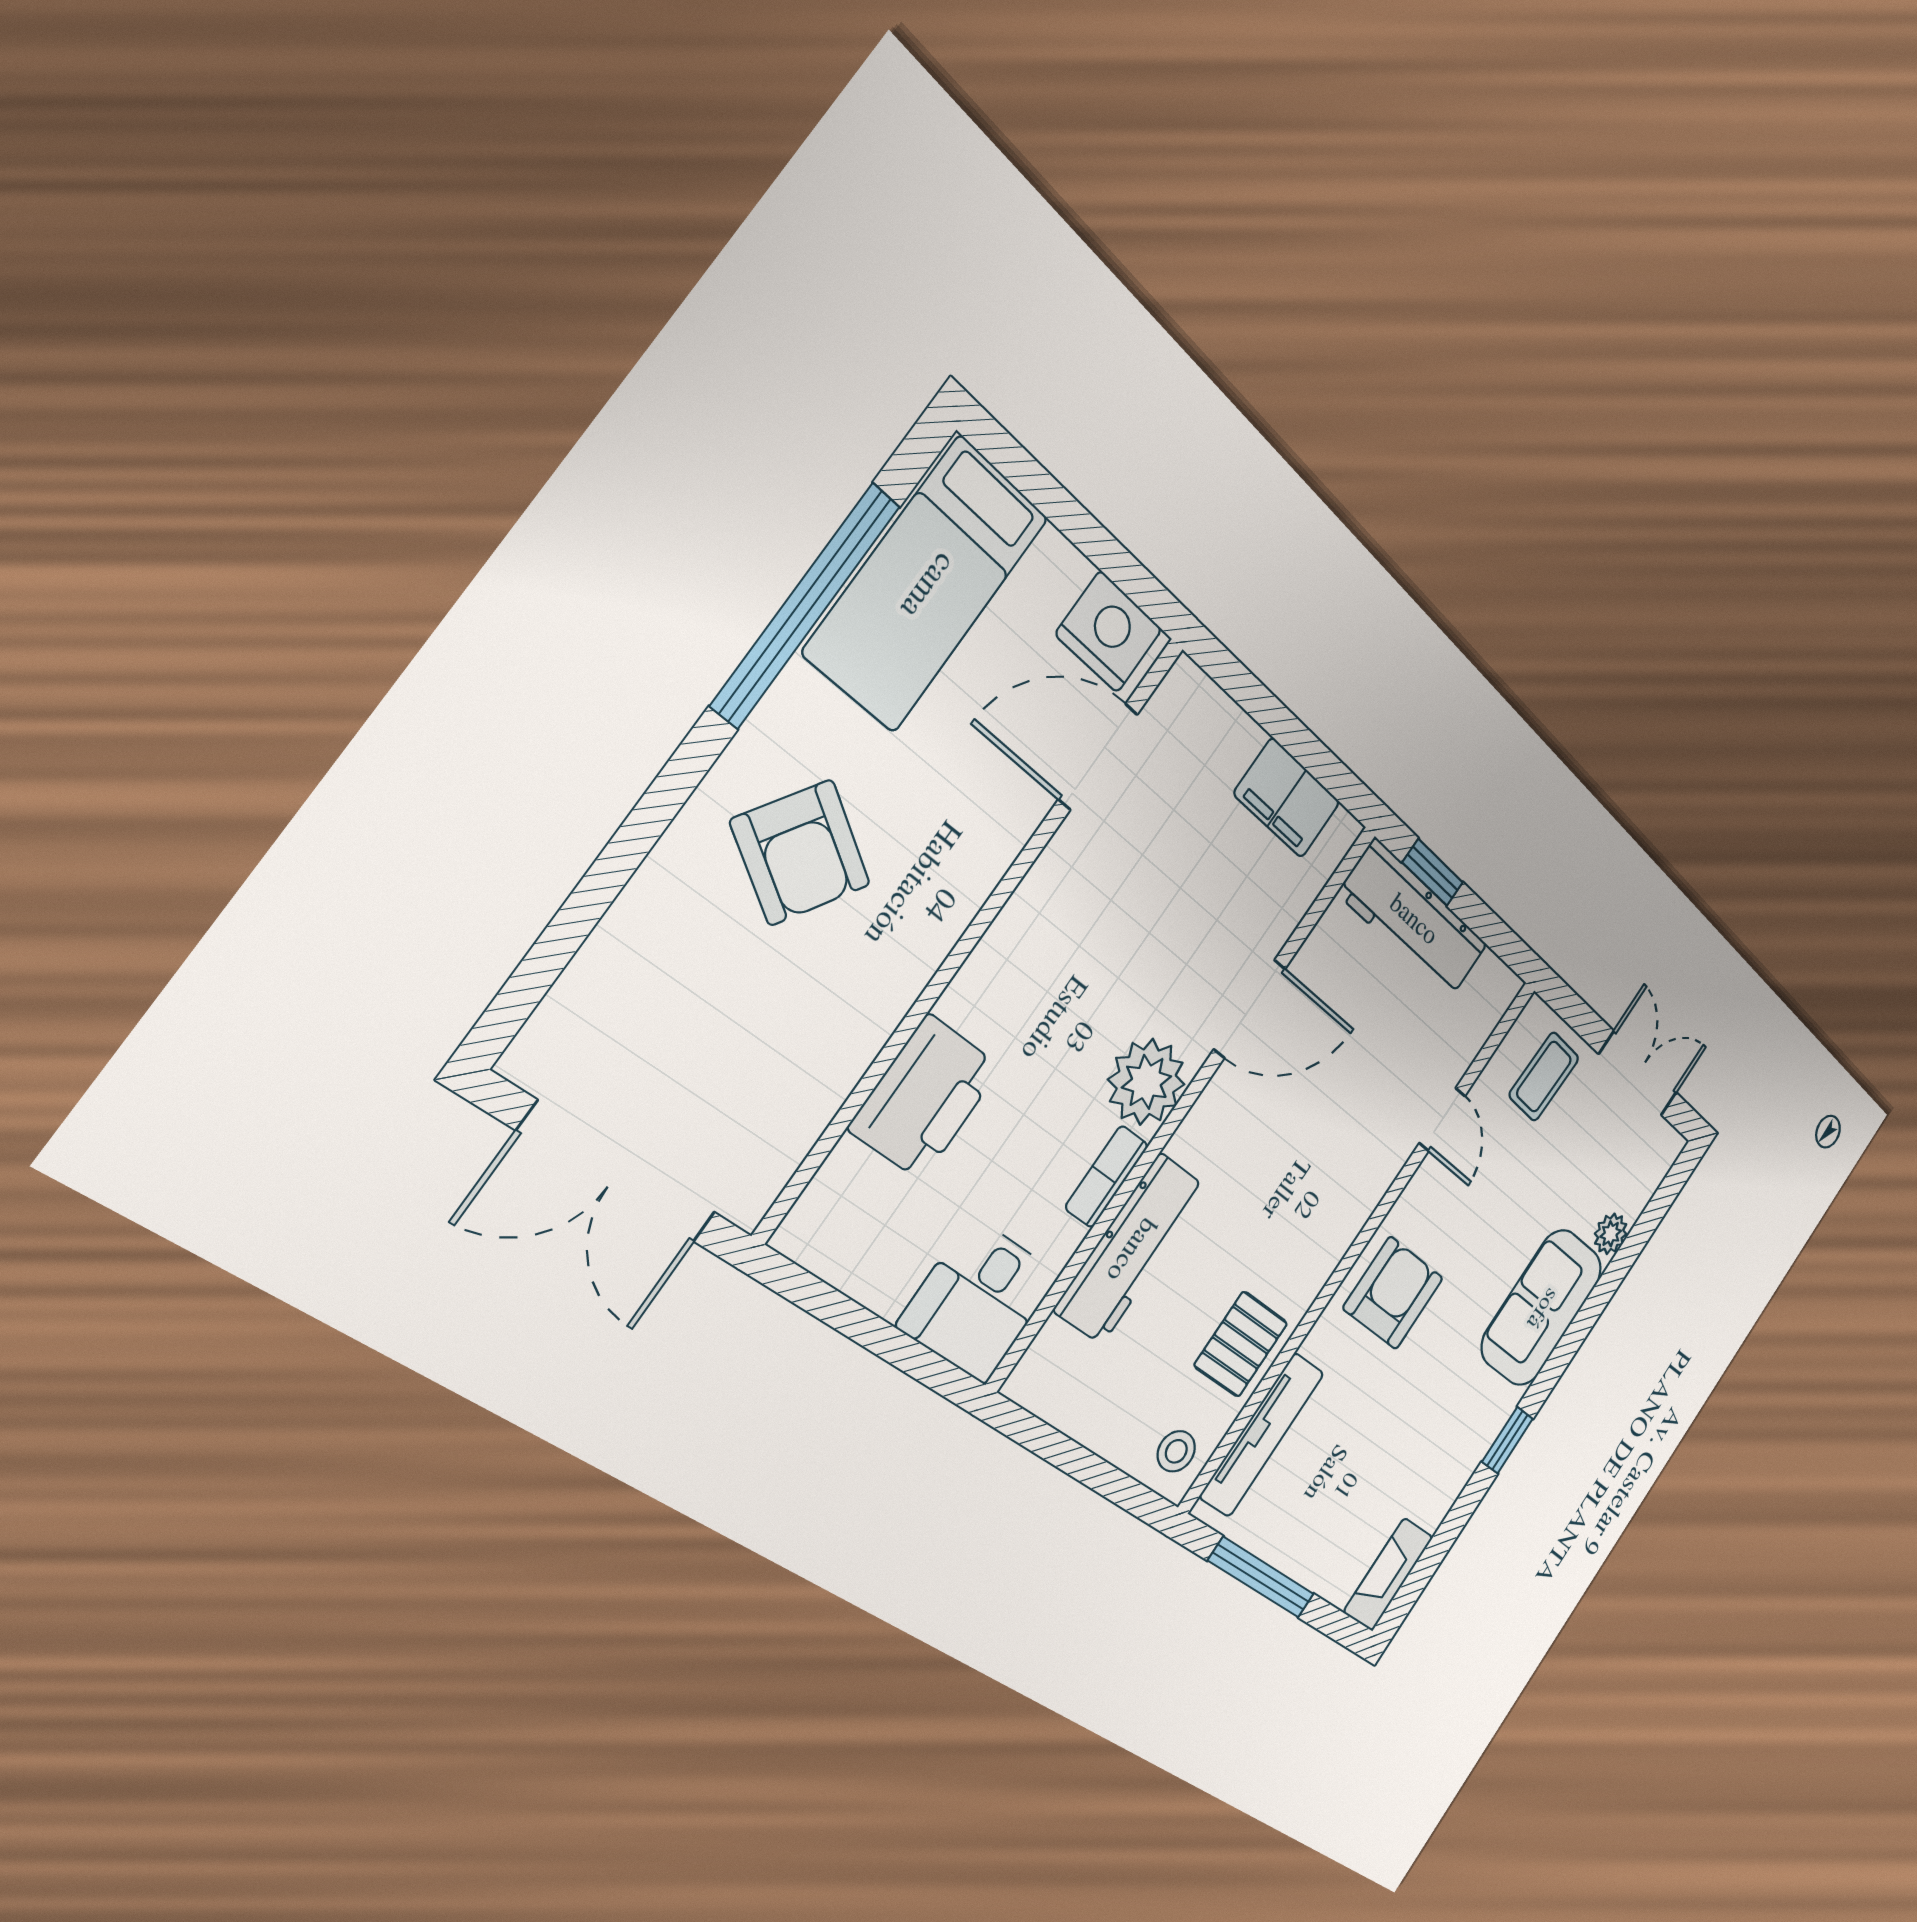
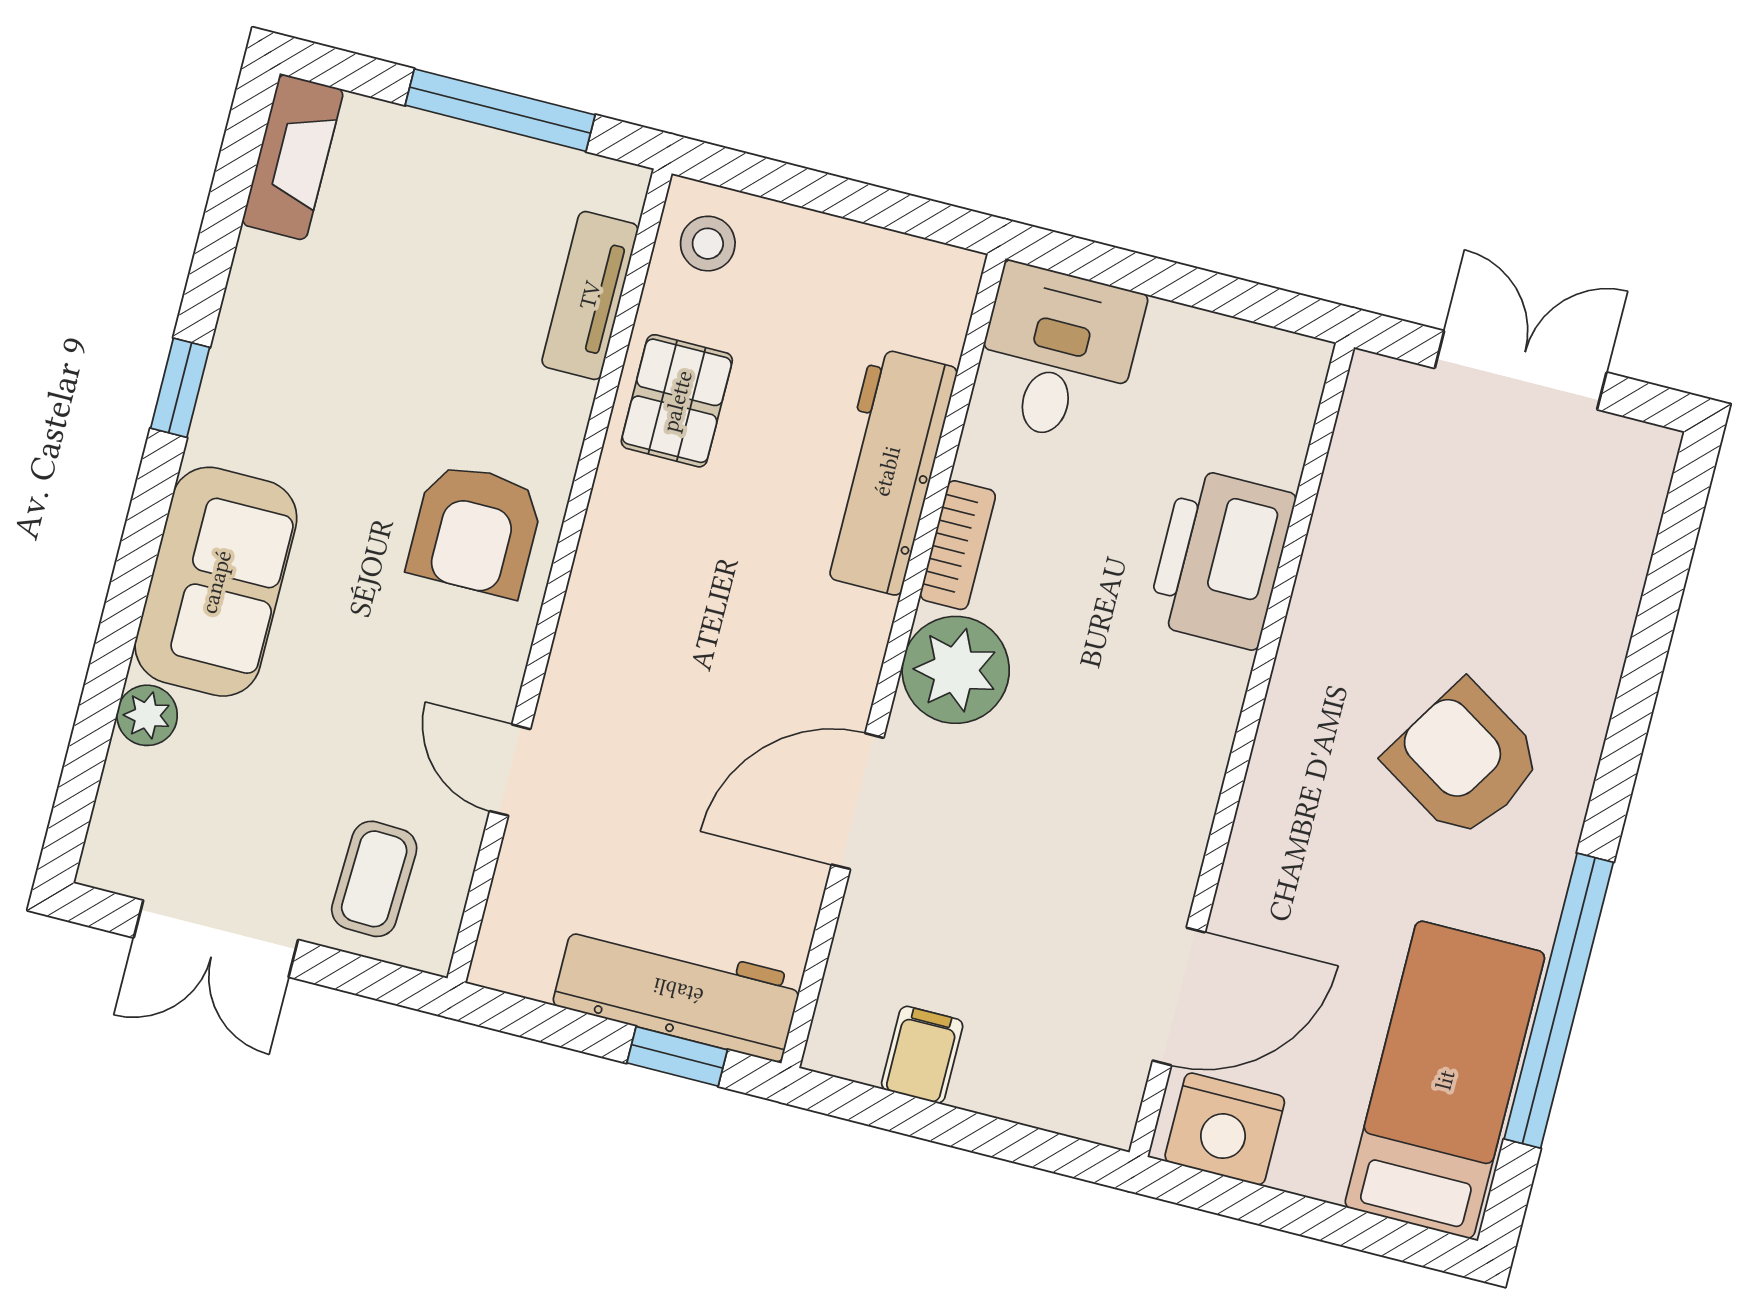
filing cabinet: (1287, 798) -> (922, 1055), width x0.50
double door: (618, 1172) -> (1521, 370), width x0.73
tv unit: (1262, 1435) -> (590, 295), width x0.71

